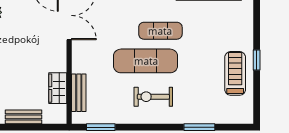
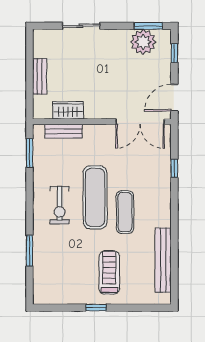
treadmill: (235, 73) -> (109, 272), moved, turned -90
exercise bike: (153, 97) -> (60, 205), turned 180

